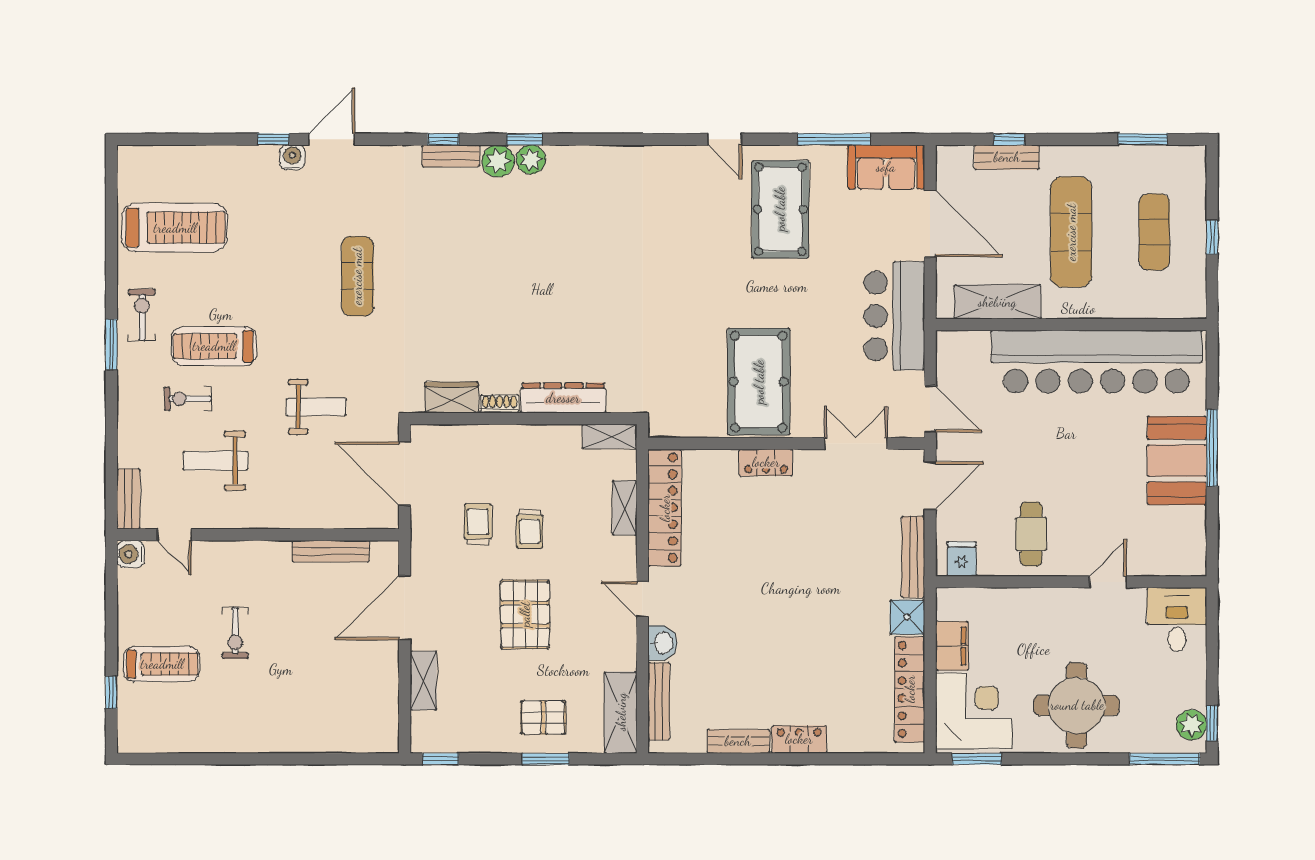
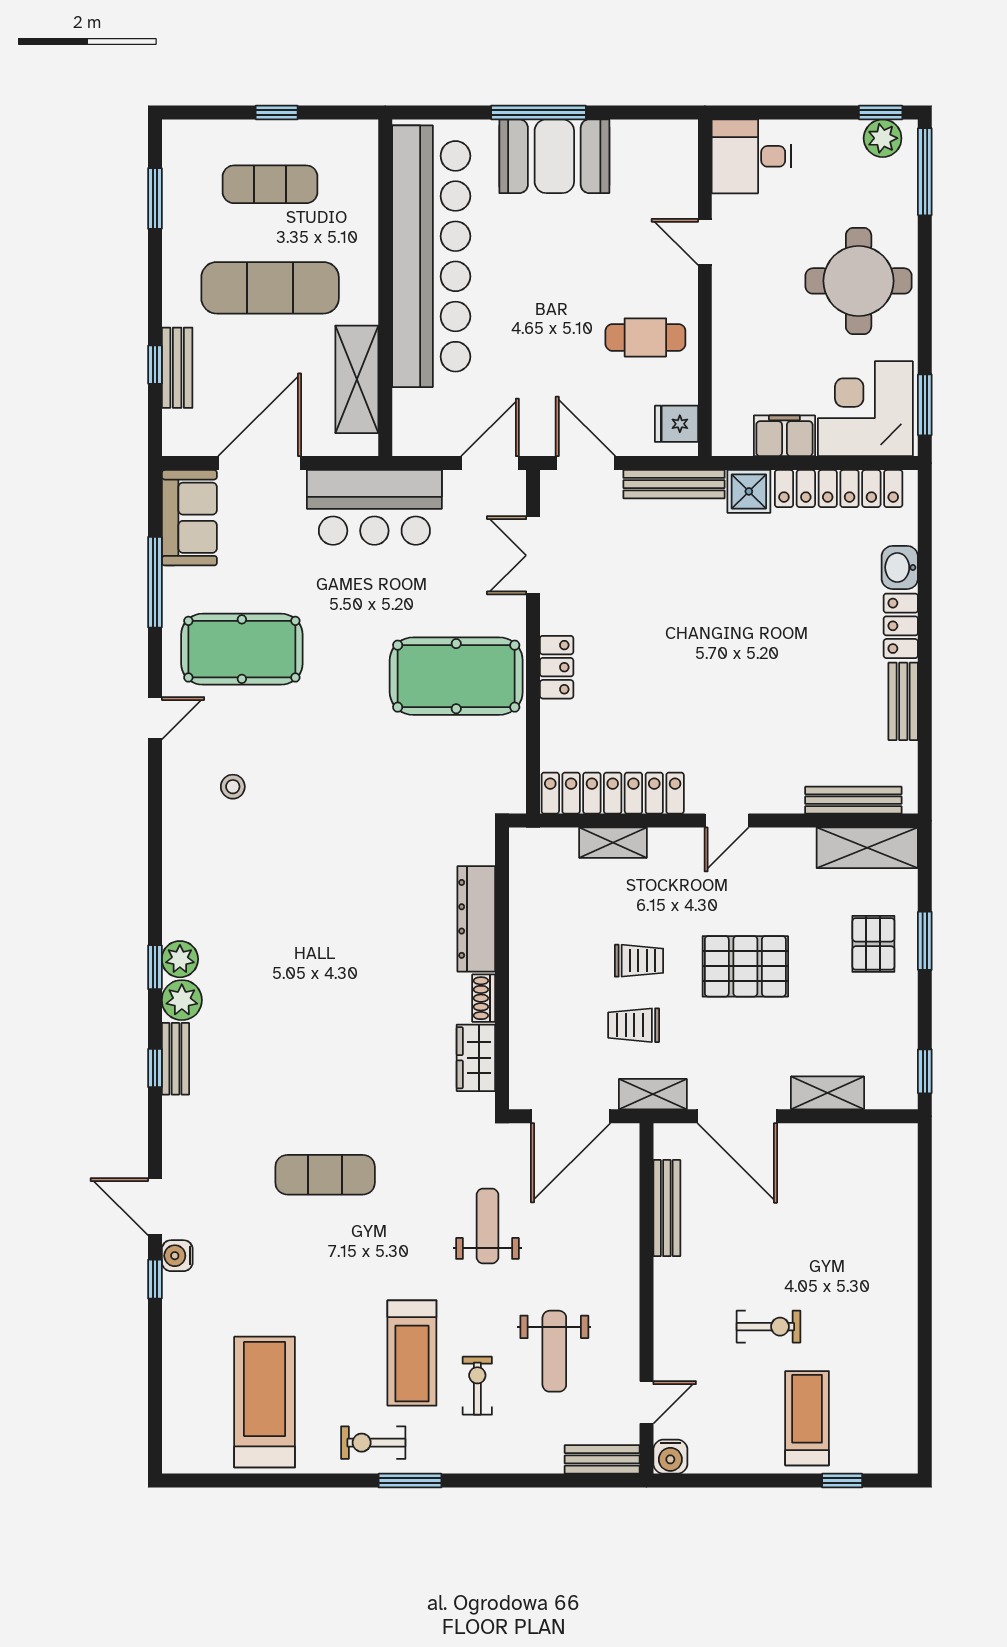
stool: (670, 202) -> (233, 787), added
exercise bike: (188, 399) -> (477, 1386), turned 180
shelving: (610, 436) -> (653, 1094), moved, turned 90
washbasin: (663, 643) -> (900, 567), moved, turned -90

